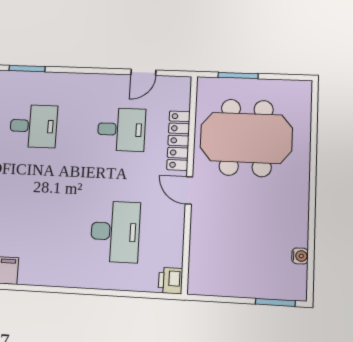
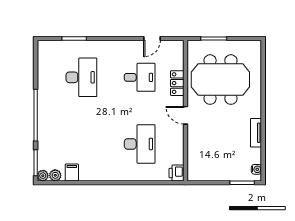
desk: (33, 126) -> (81, 77), width x1.37
locker: (178, 141) -> (177, 83), width x0.66
tv unit: (300, 223) -> (256, 133), added
water cooler: (300, 256) -> (256, 169), moved

